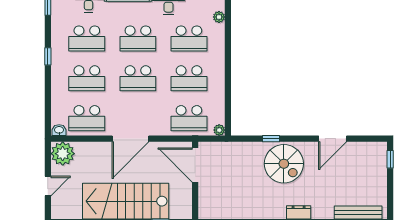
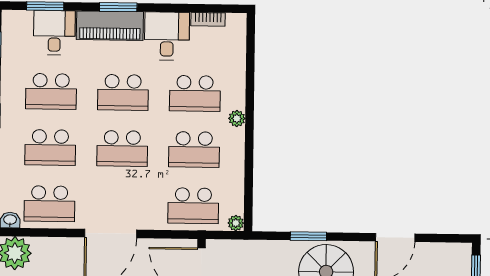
plant: (219, 17) -> (237, 118), moved
window: (271, 139) -> (308, 236), width x1.50

